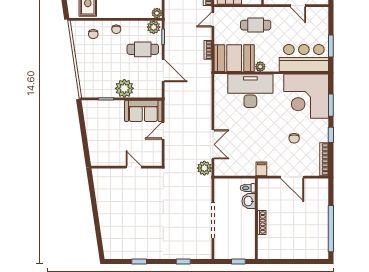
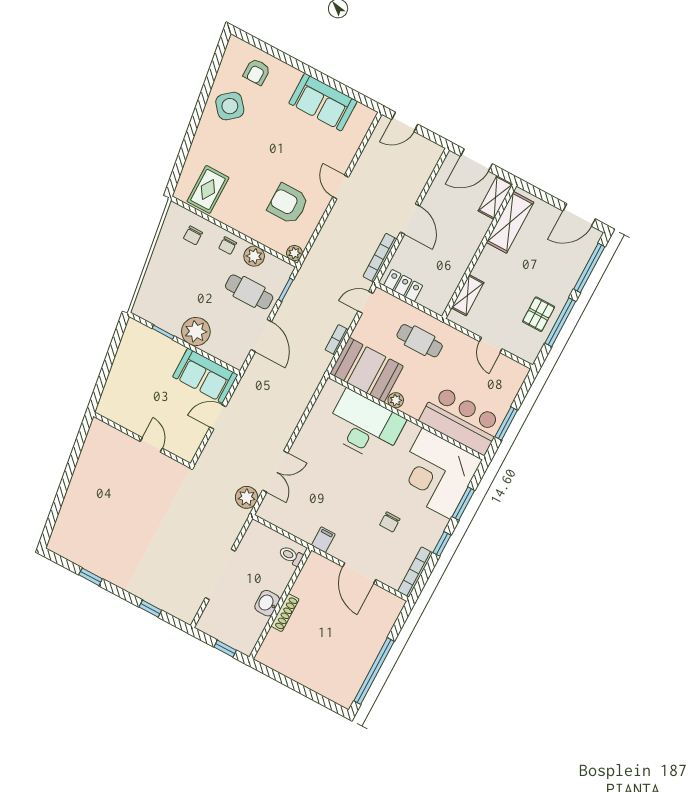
plant: (154, 27) -> (254, 256), moved
washbasin: (249, 201) -> (267, 603), moved

